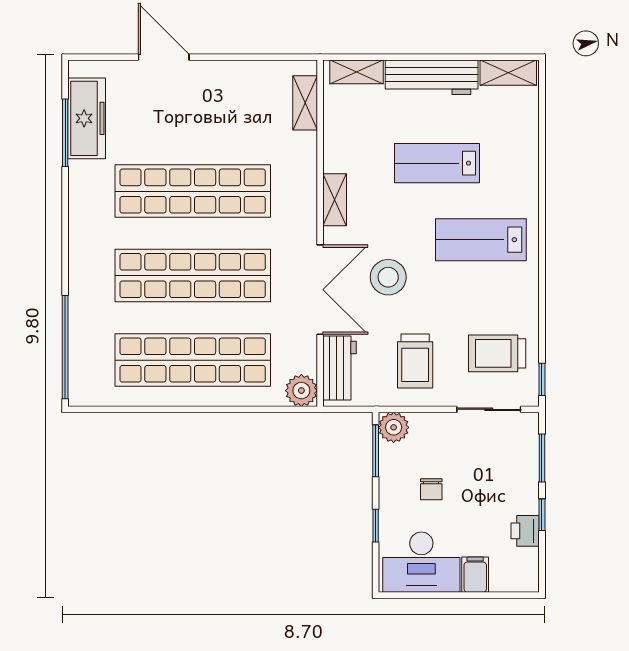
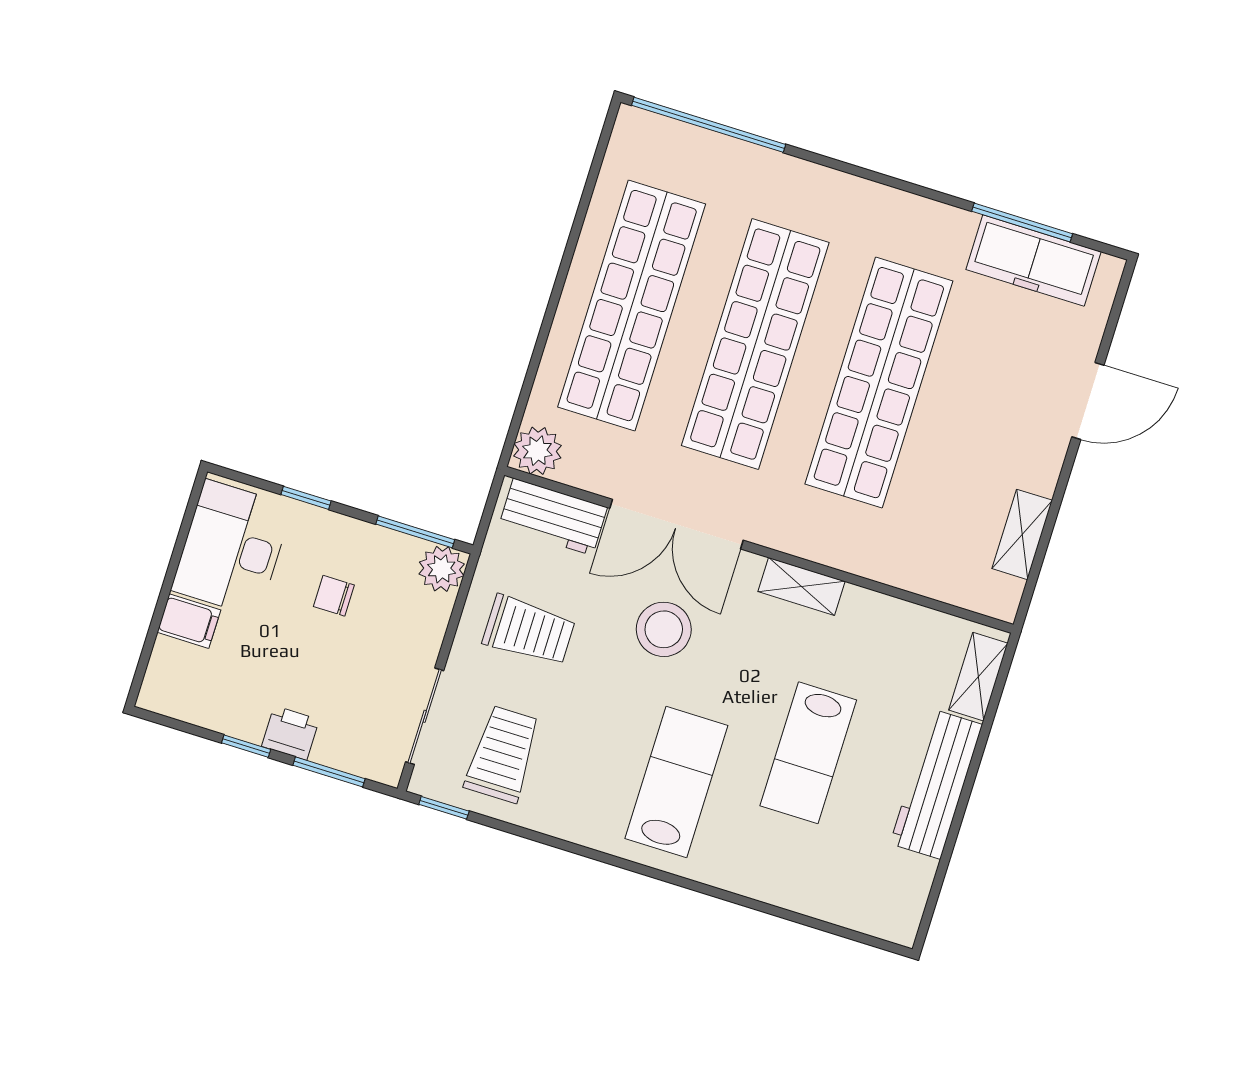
shelving: (508, 73) -> (908, 898), removed
shelving: (305, 103) -> (1022, 534), moved, turned 90
lab bench: (437, 163) -> (808, 753), turned 180
trolley: (415, 361) -> (529, 630), turned 180
printer: (525, 531) -> (290, 733), moved

